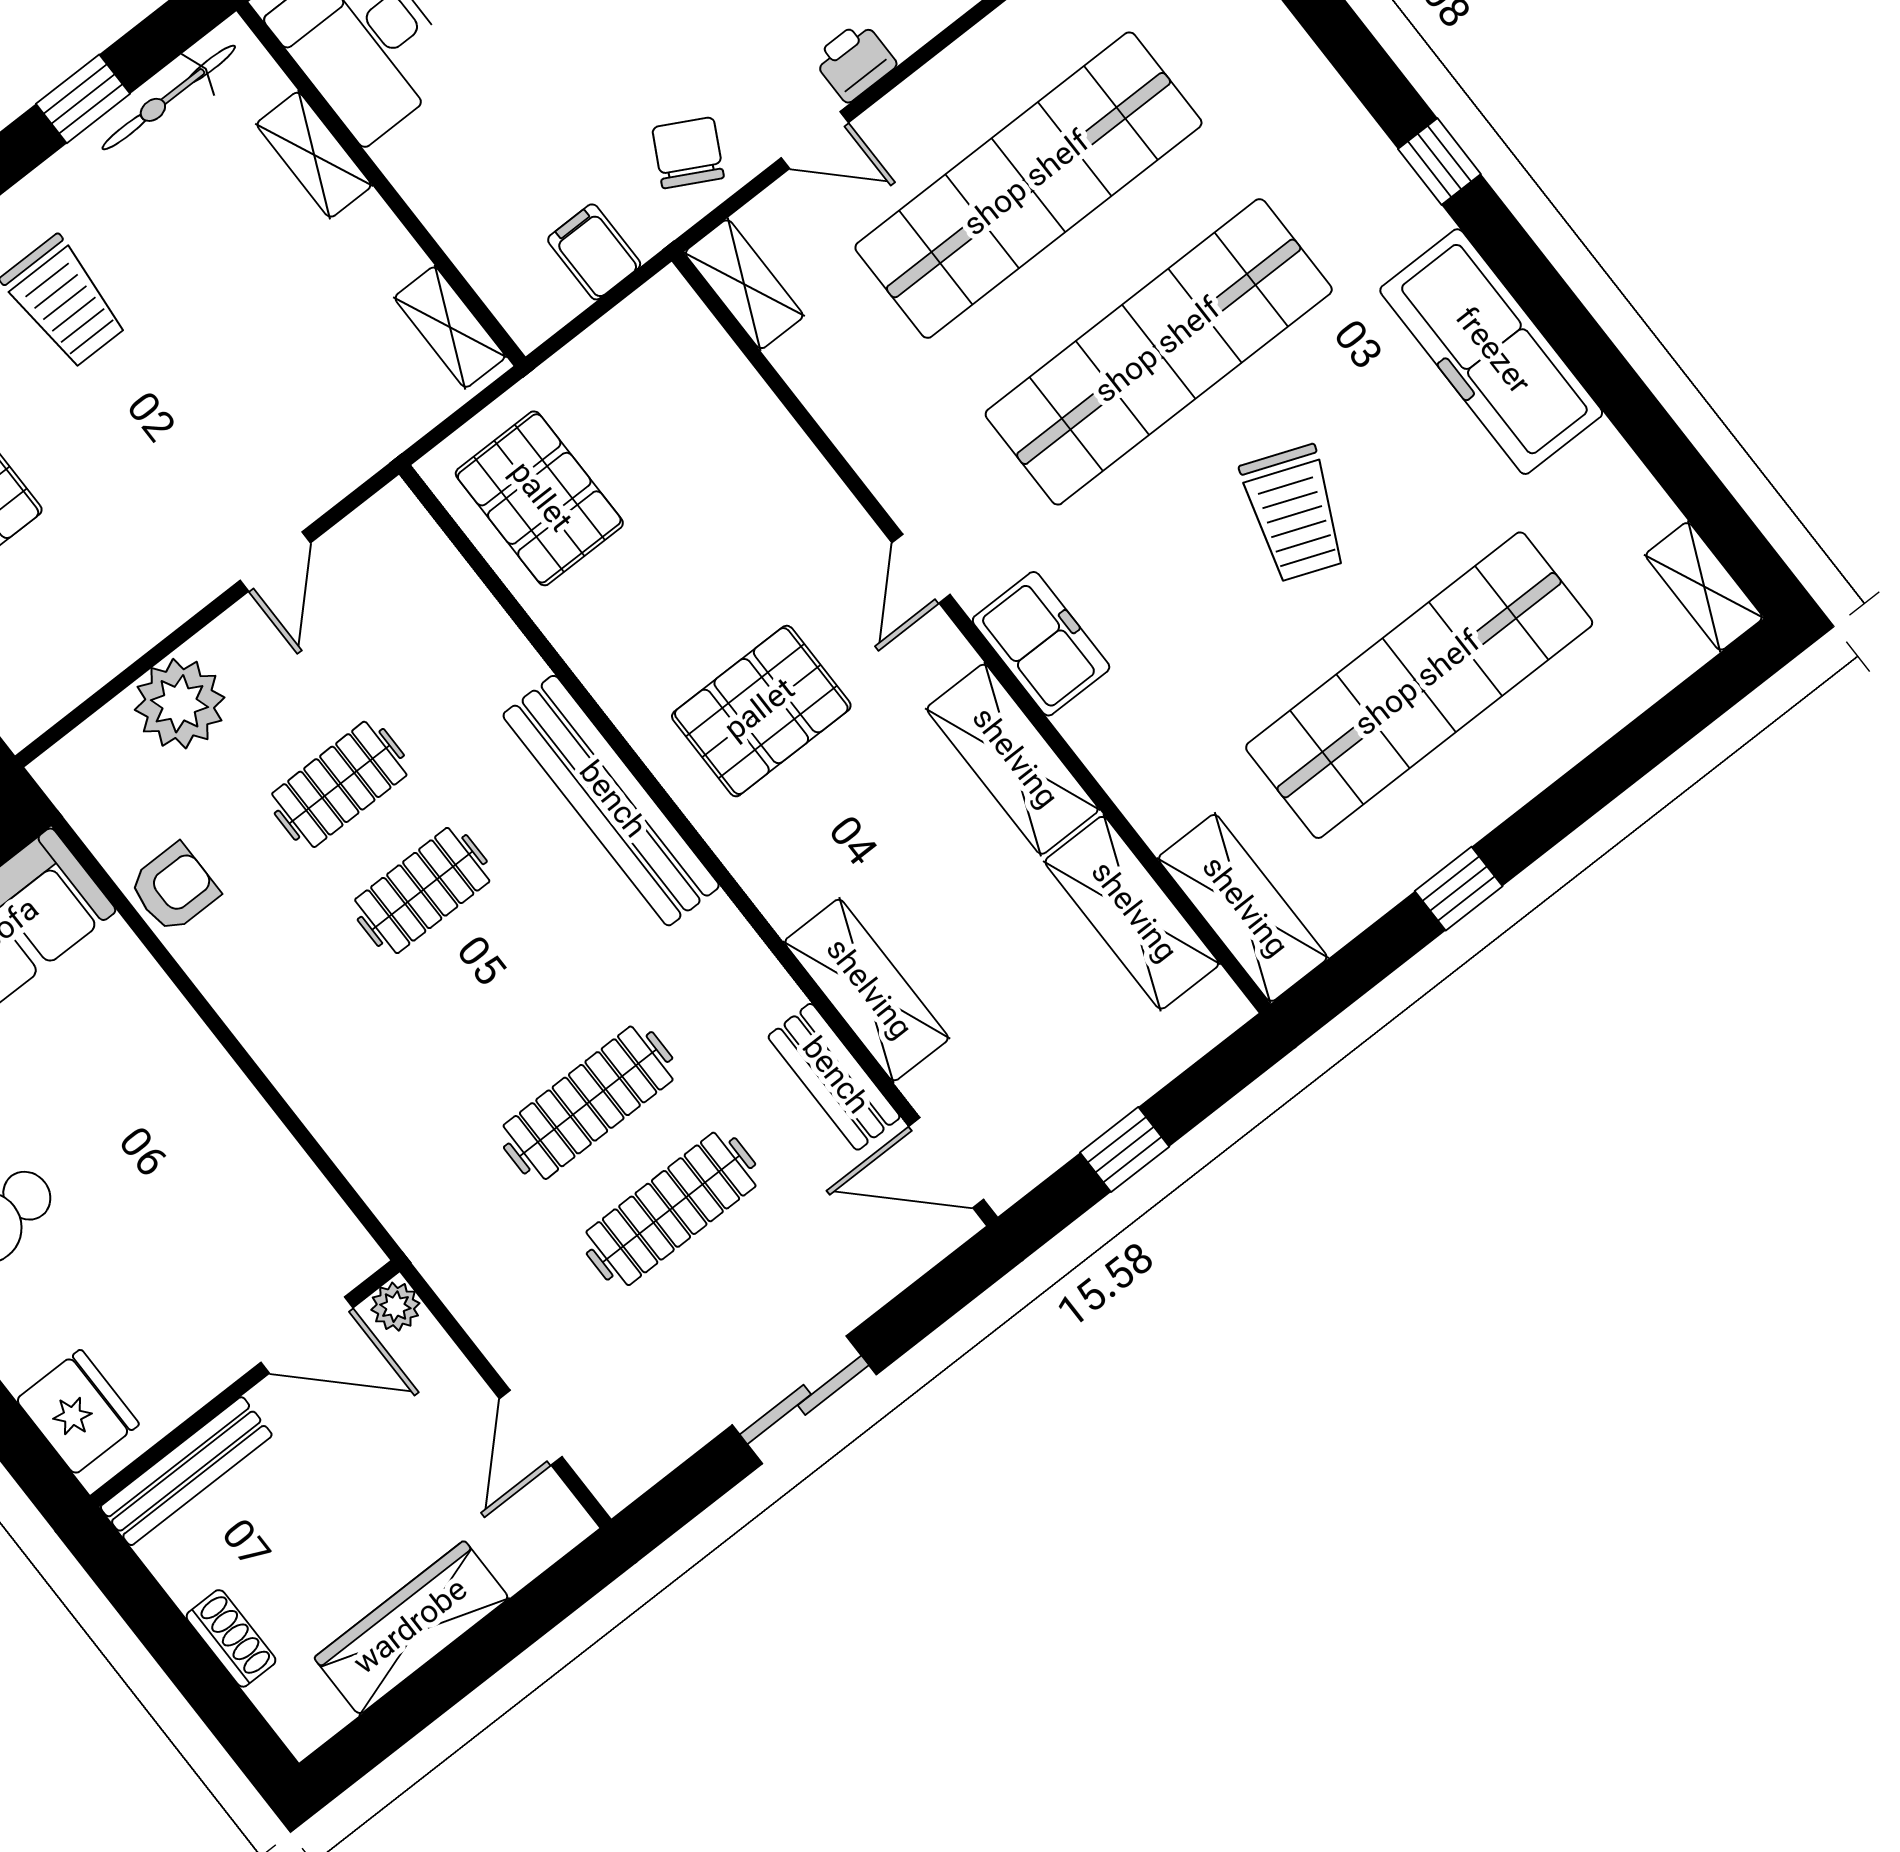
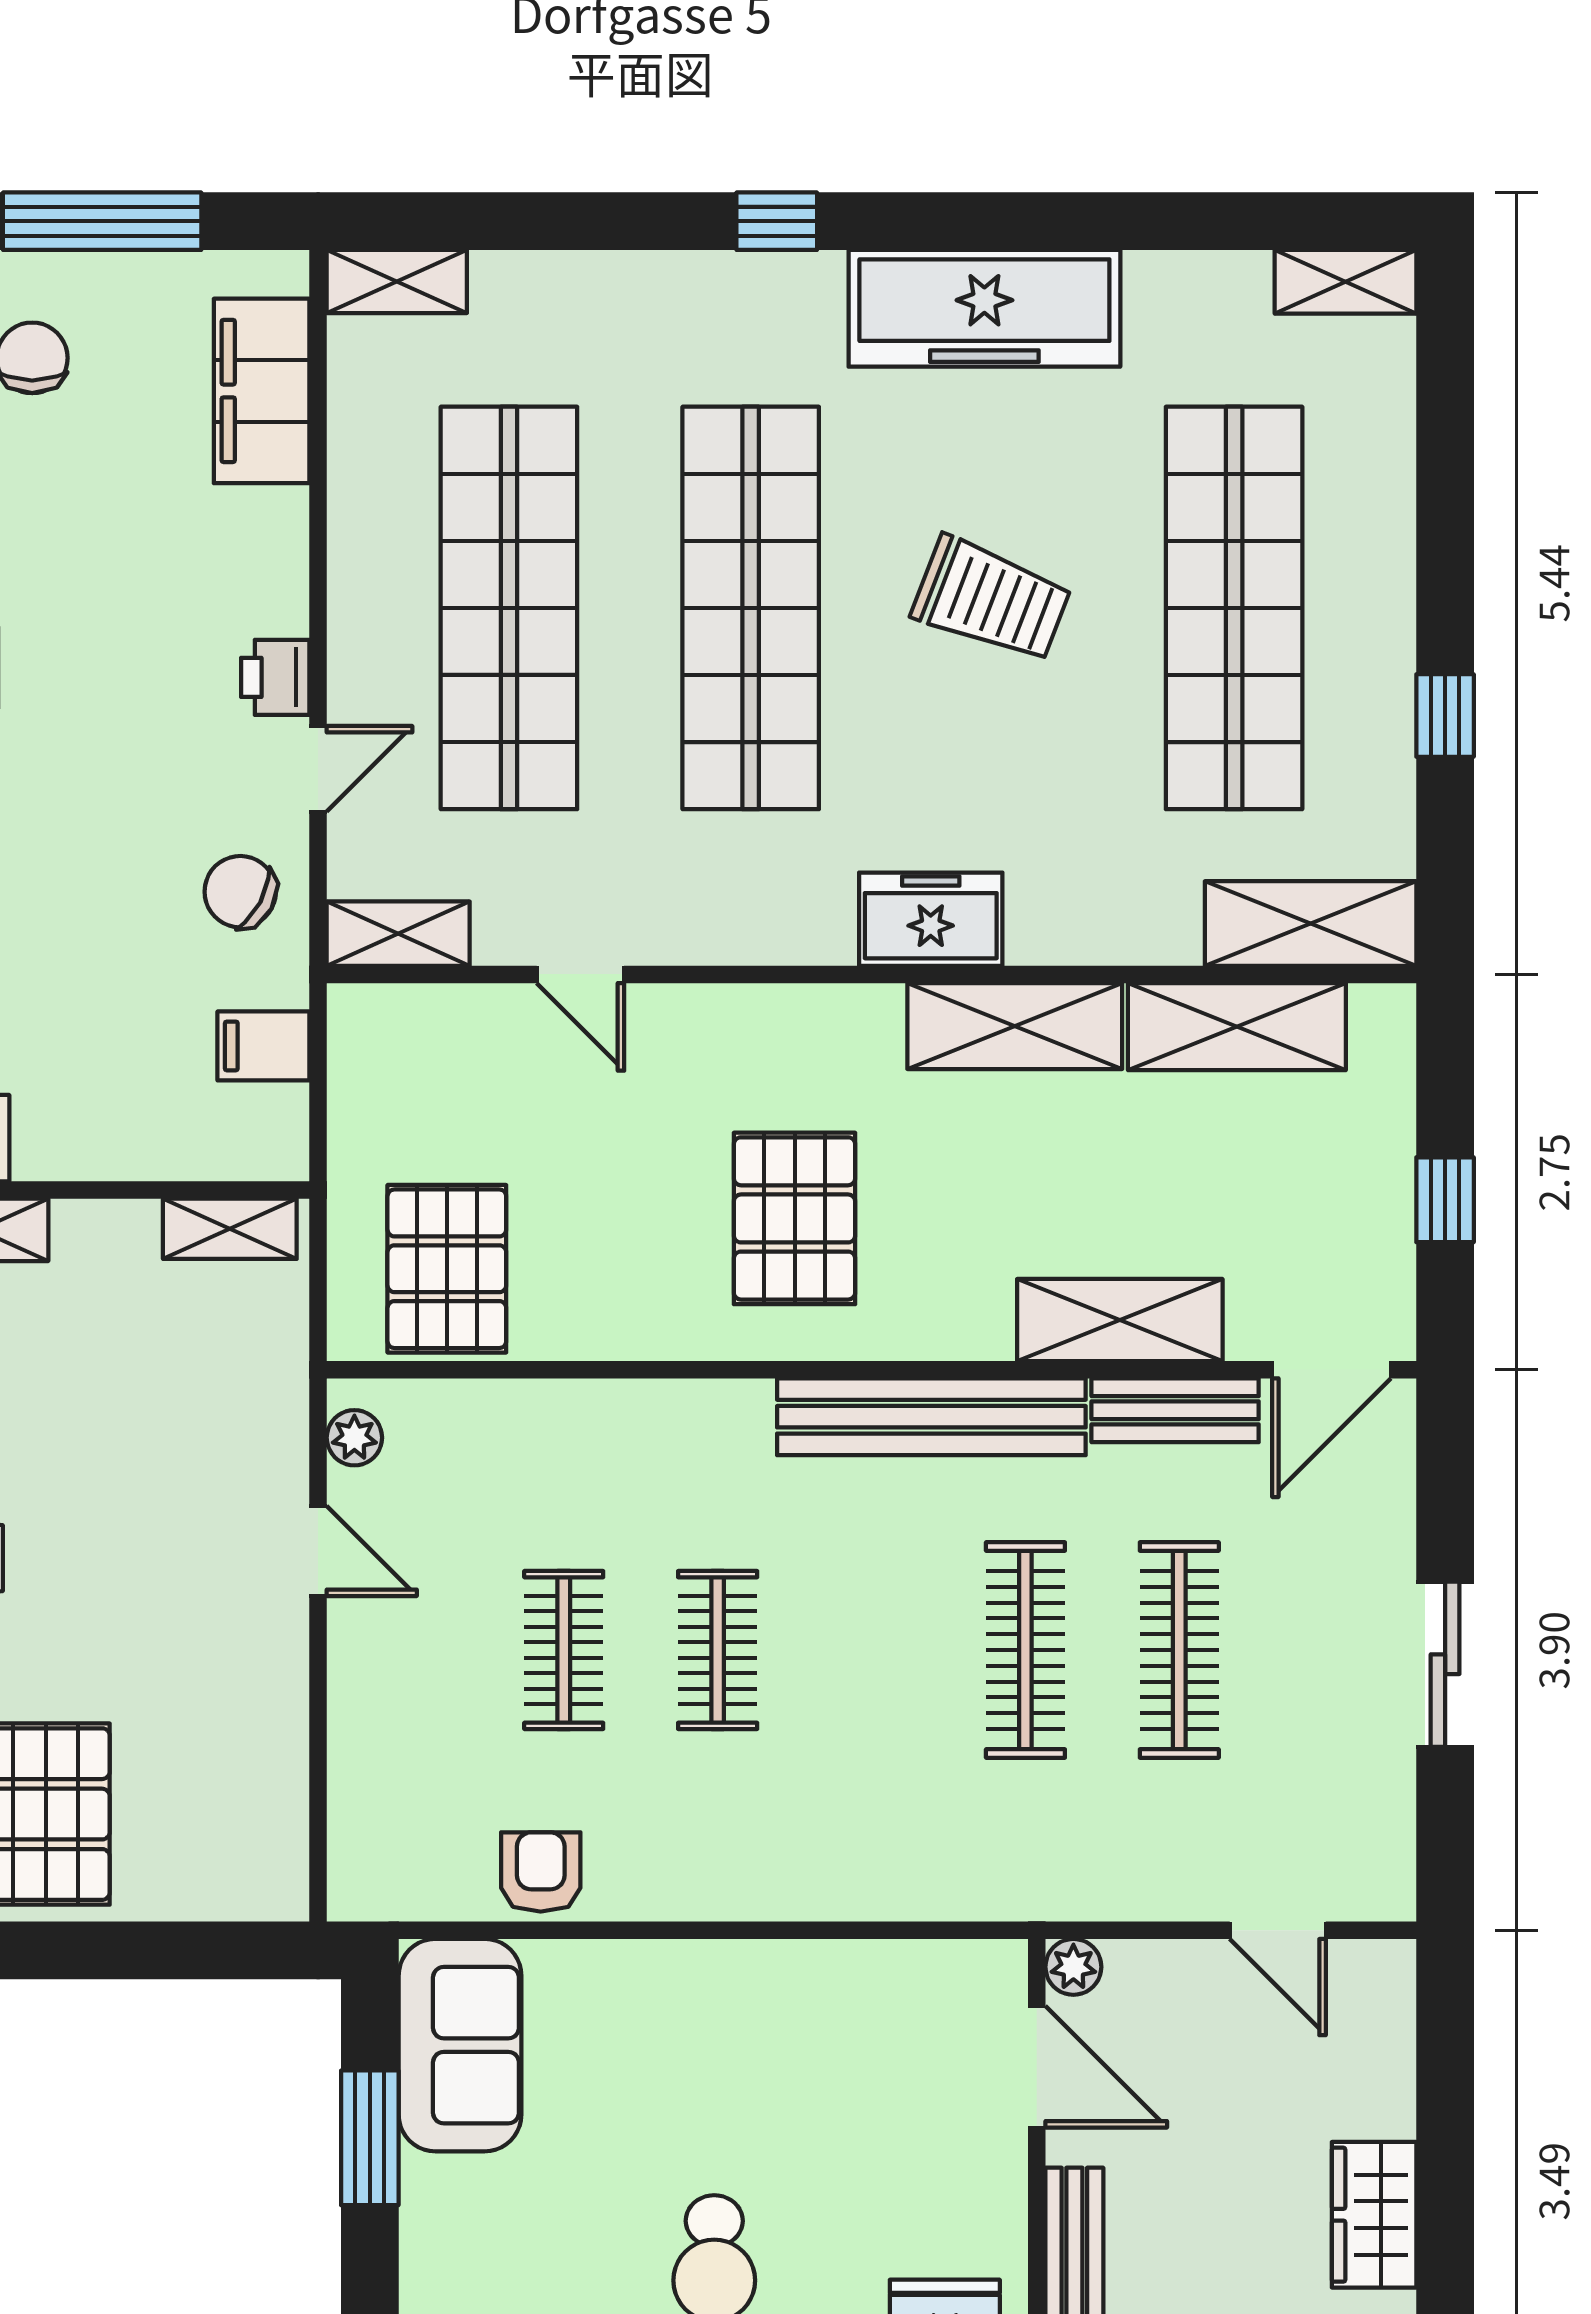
pallet: (539, 498) -> (447, 1269), turned 90
door: (921, 569) -> (580, 974), moved
plant: (180, 704) -> (354, 1438), moved, width x0.53, depth x0.53
bench: (611, 801) -> (931, 1417), moved
door: (307, 1335) -> (1037, 2067), hinge flipped
wardrobe: (412, 1628) -> (1374, 2215), width x0.67

